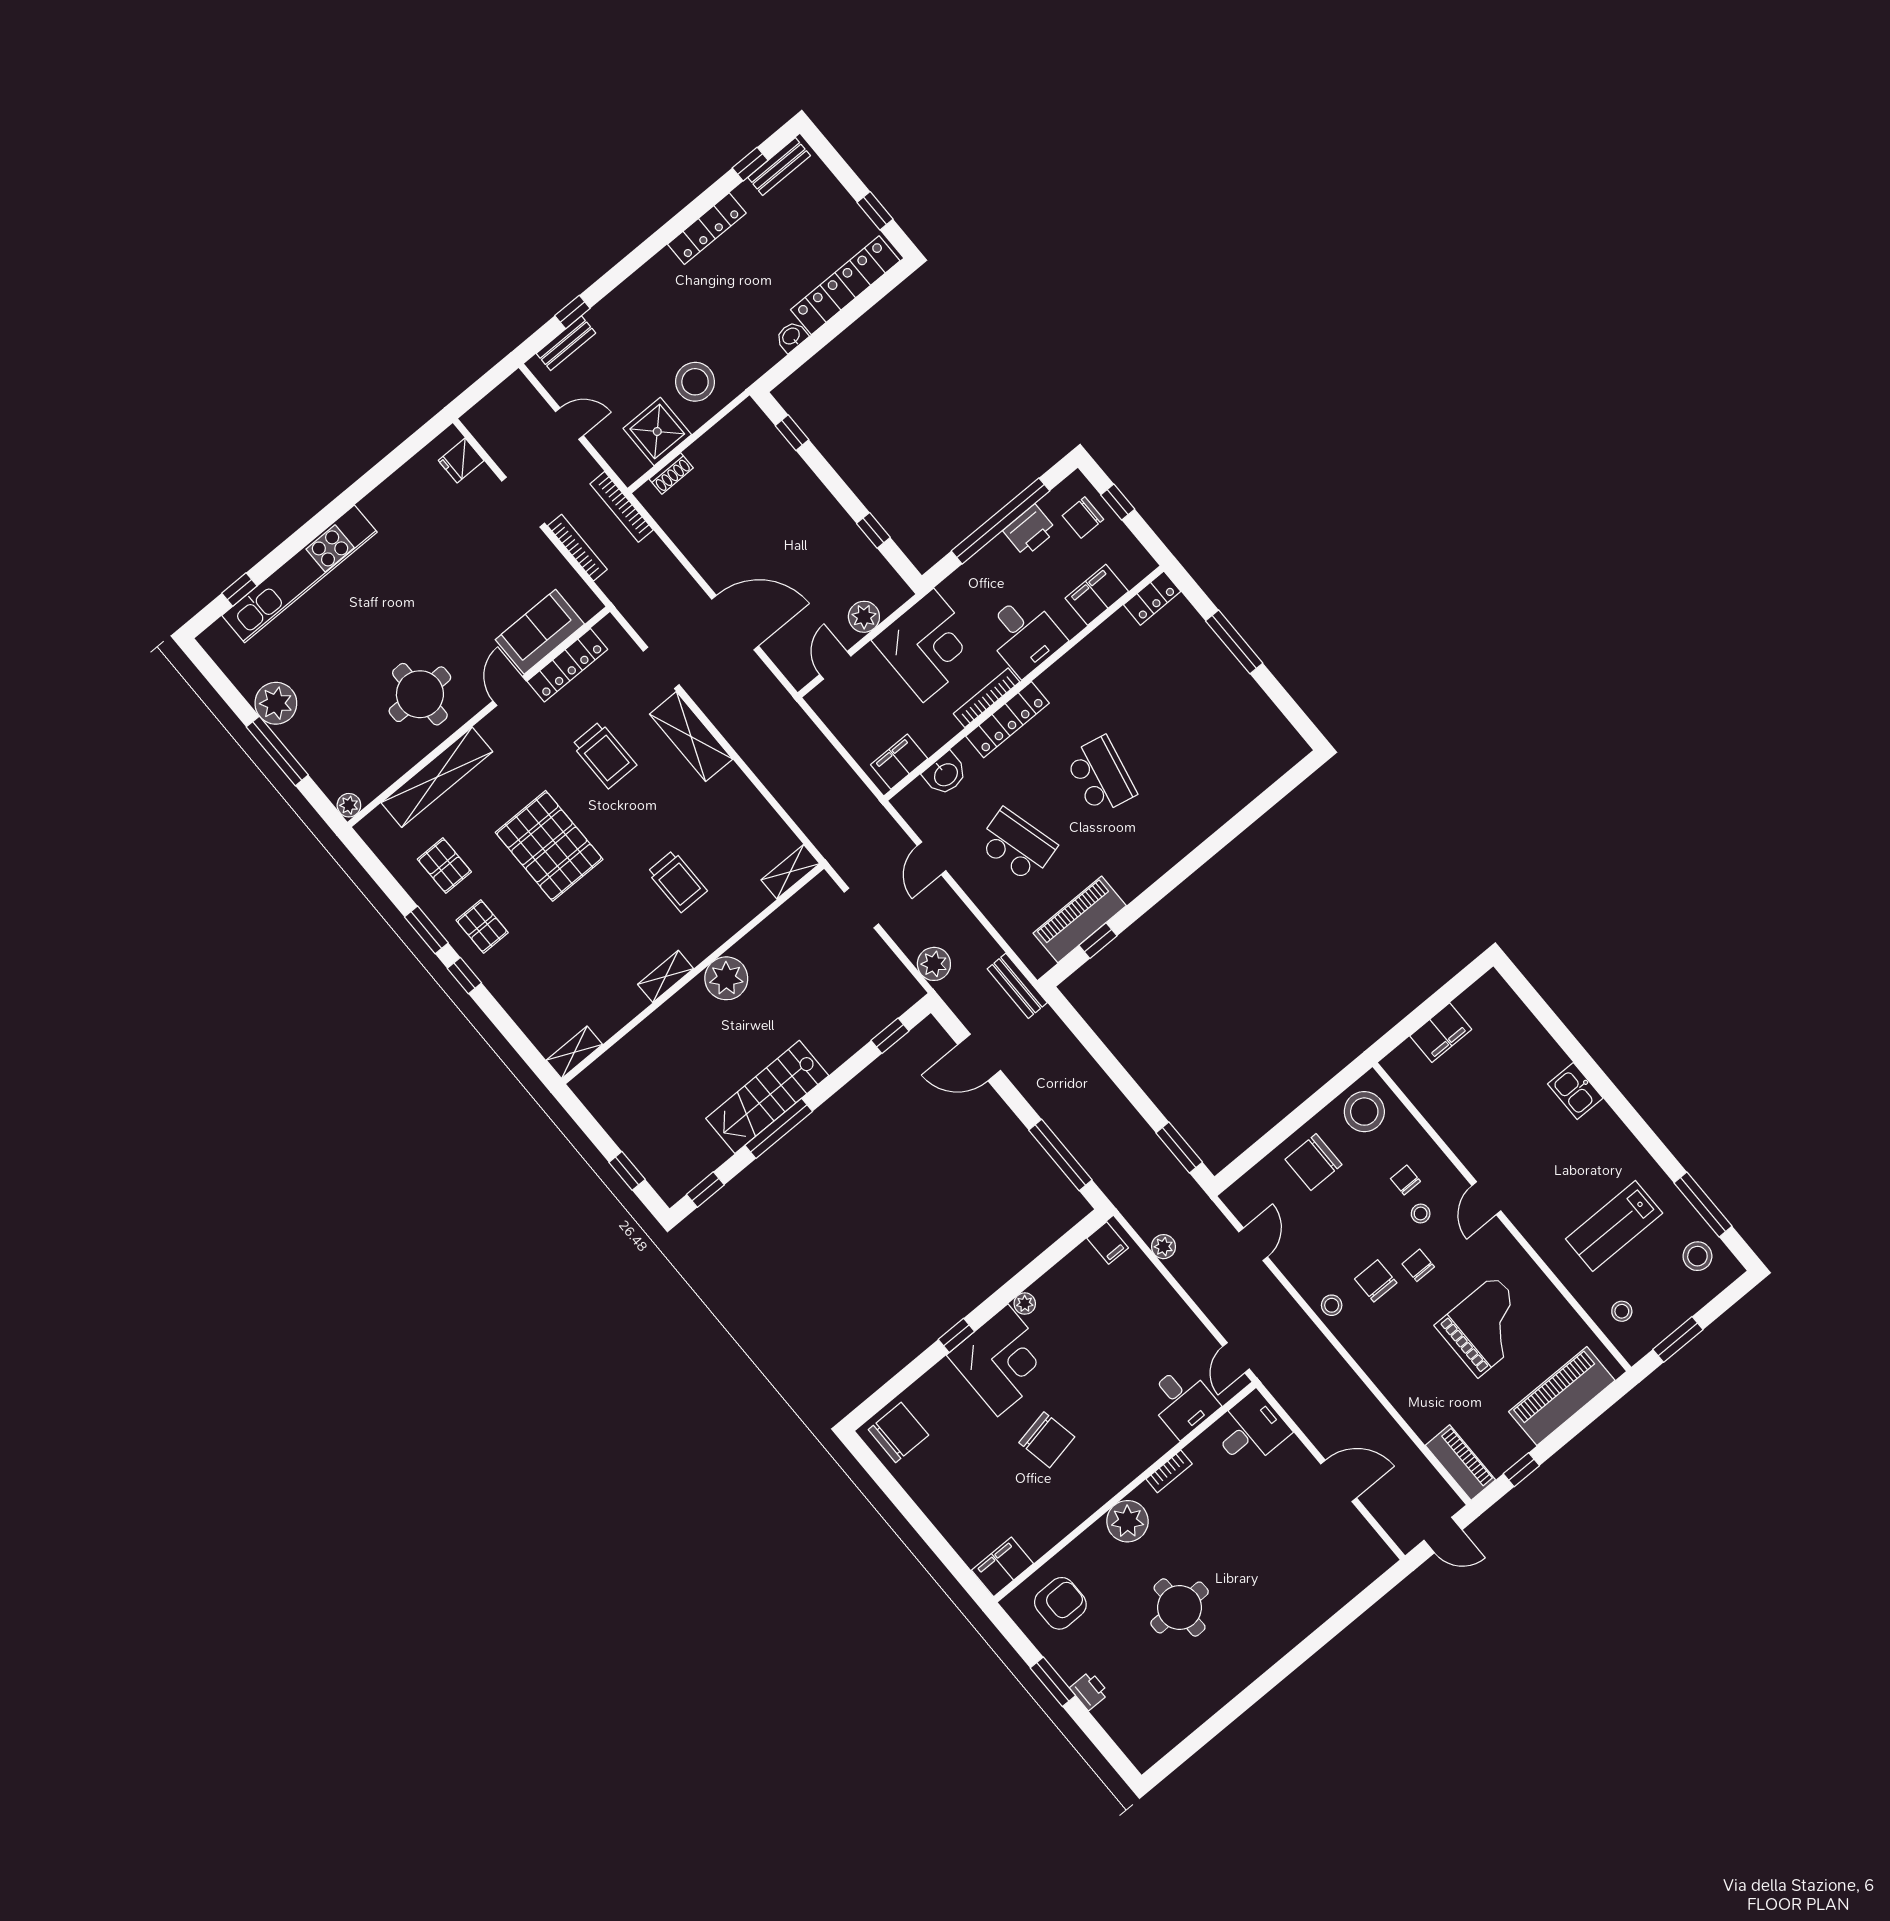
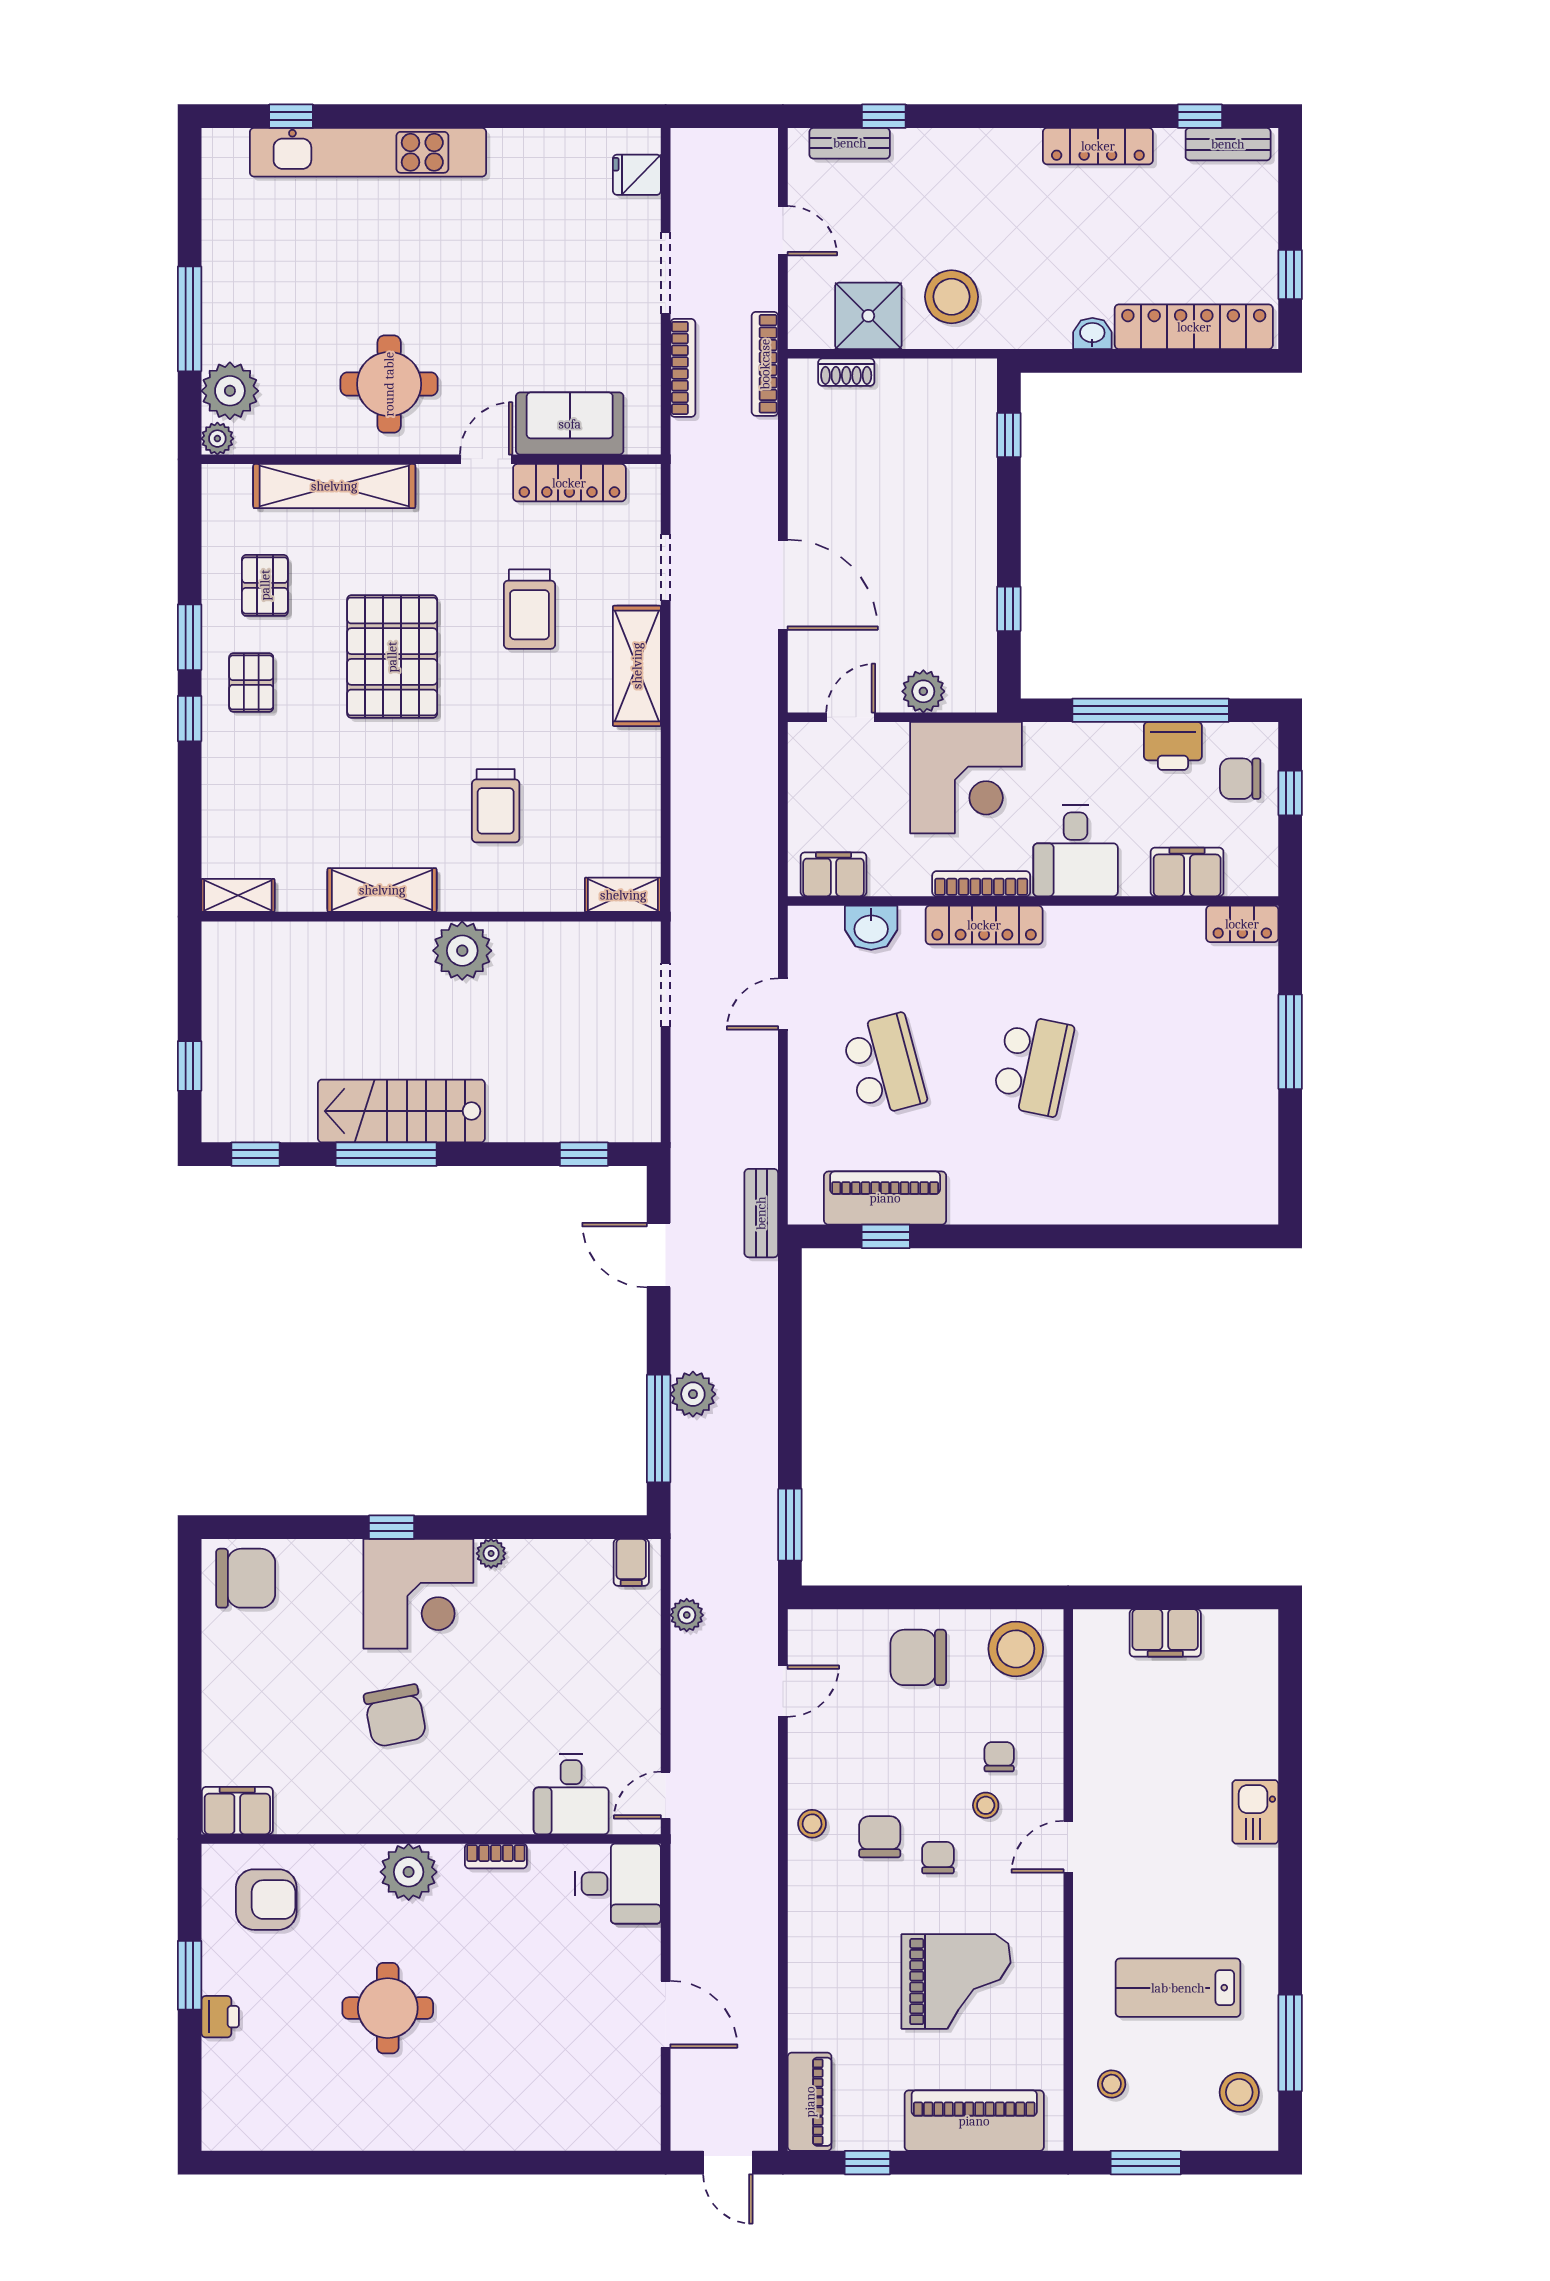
plant: (276, 703) -> (230, 391), moved
plant: (934, 964) -> (693, 1394), moved
shelving: (666, 976) -> (382, 890), width x1.50, depth x1.33

